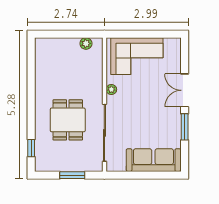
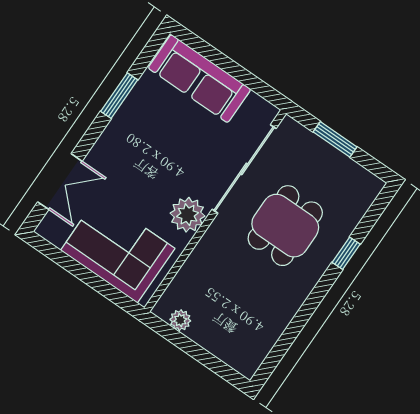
plant: (111, 89) -> (188, 215), width x1.87, depth x1.87
double door: (185, 90) -> (60, 182), moved
window: (31, 148) -> (346, 253), moved

